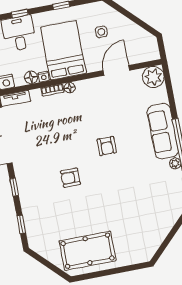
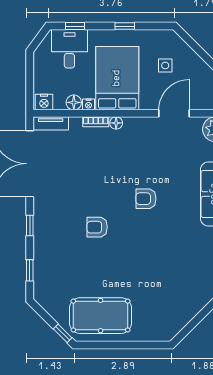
armchair: (107, 146) -> (146, 199), turned 90
window: (59, 272) -> (63, 333), added

